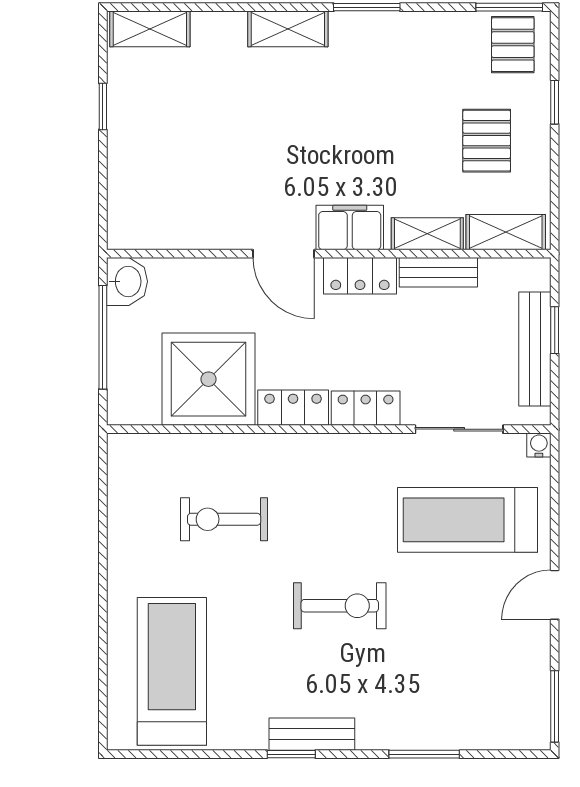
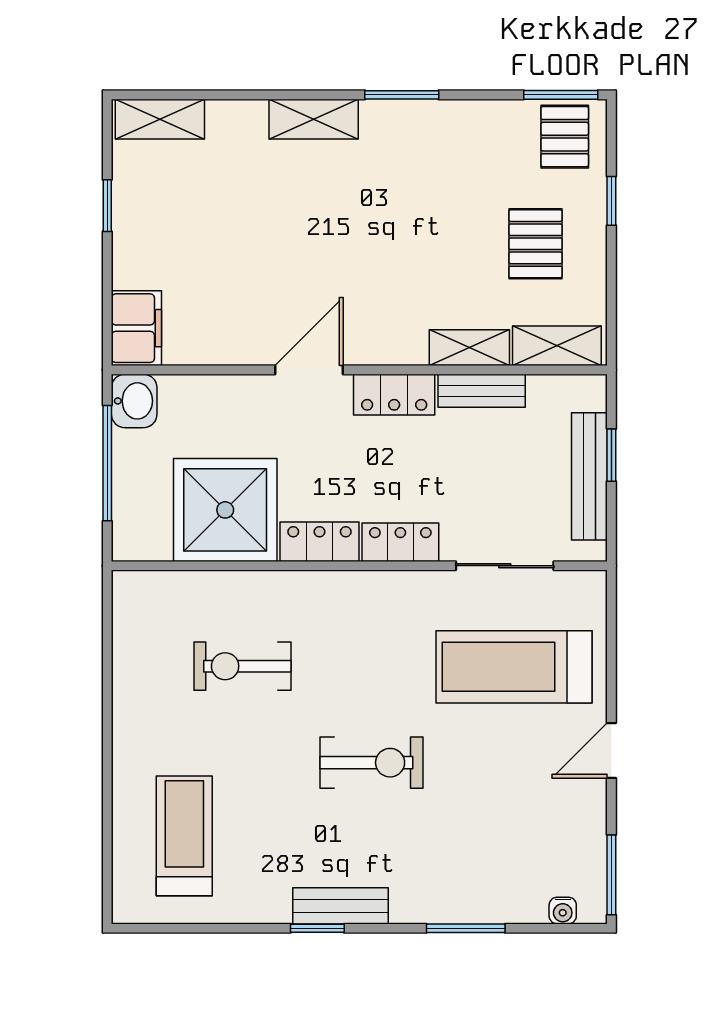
filing cabinet: (350, 228) -> (136, 328), moved, turned 90
door: (284, 254) -> (309, 370), swing flipped
water cooler: (539, 445) -> (563, 911), moved, turned 180
treadmill: (172, 671) -> (184, 836), width x0.73, depth x0.73

